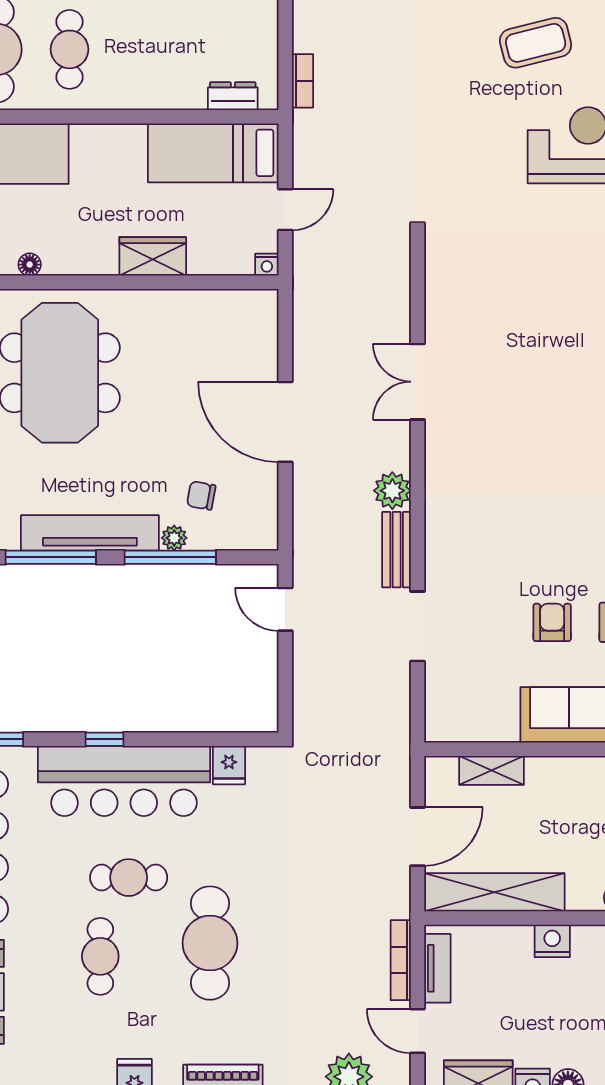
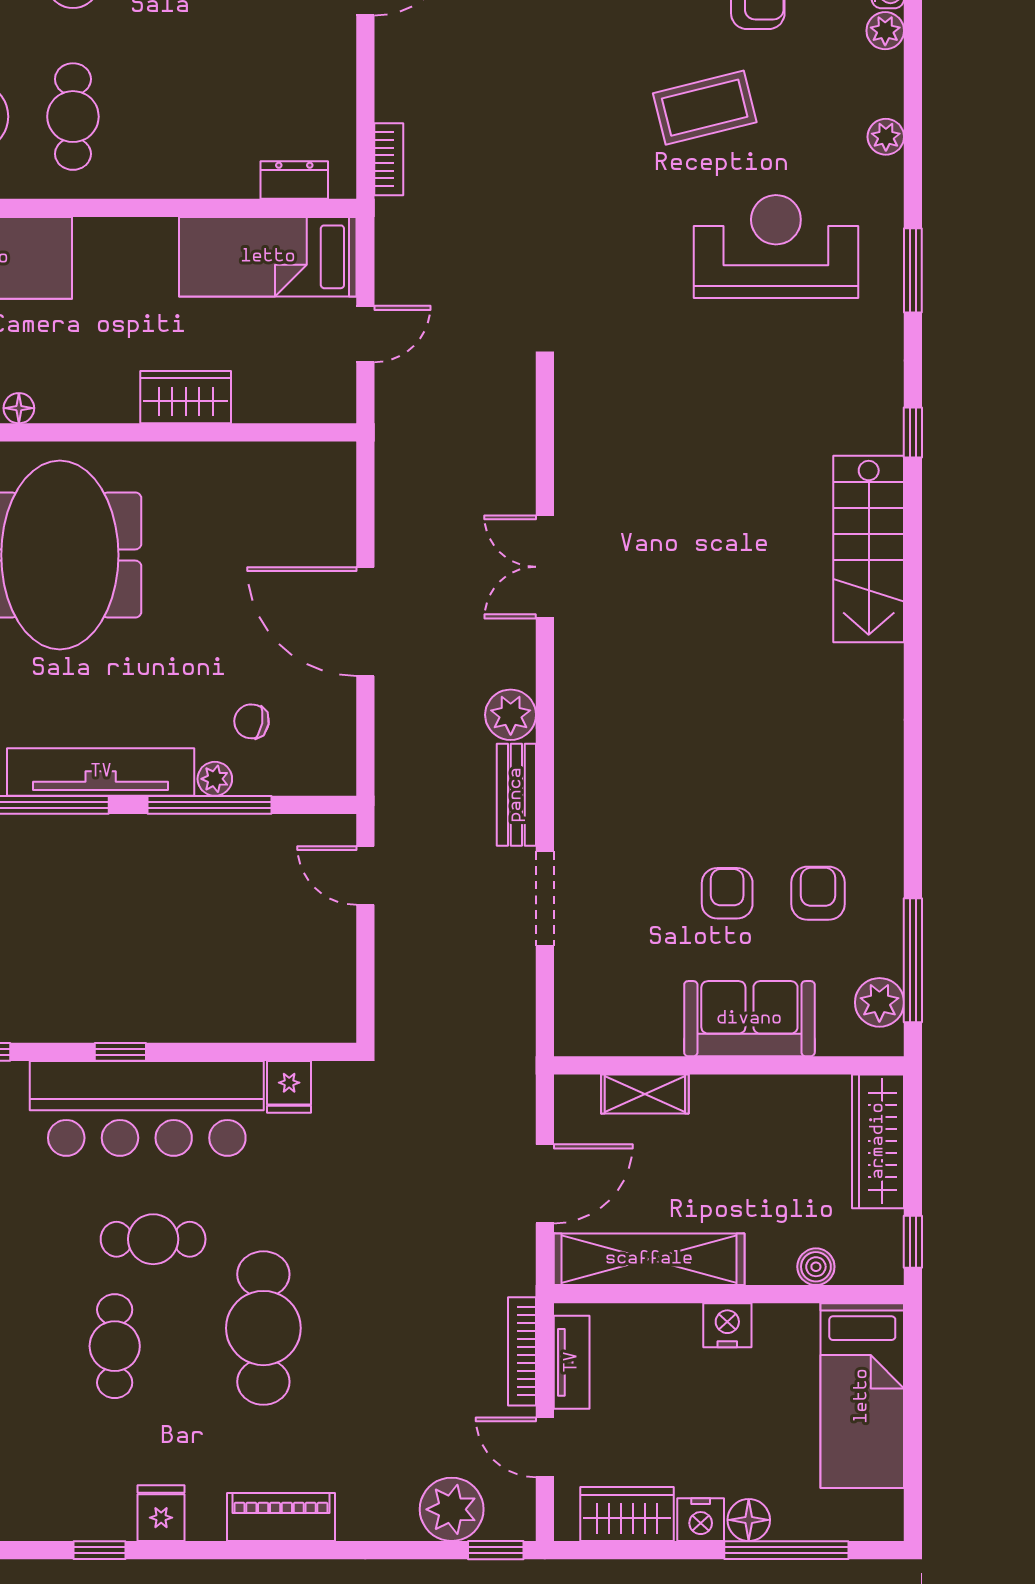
nightstand: (267, 265) -> (340, 408), removed

